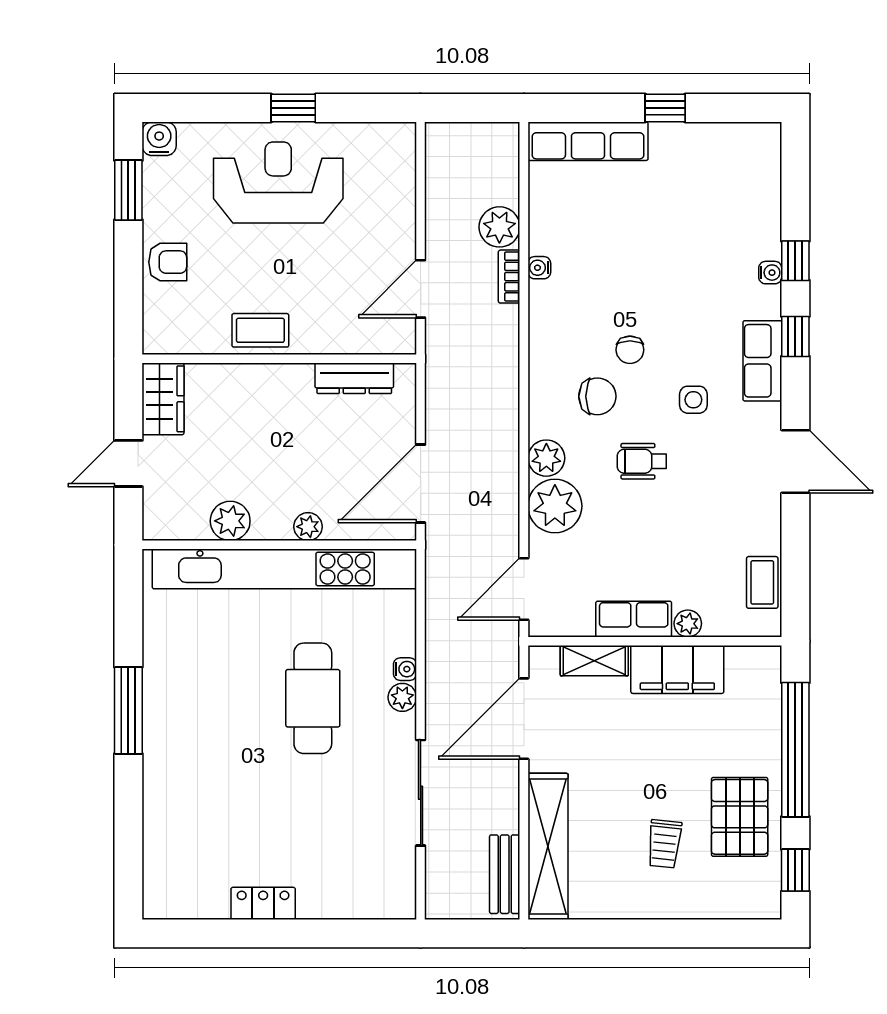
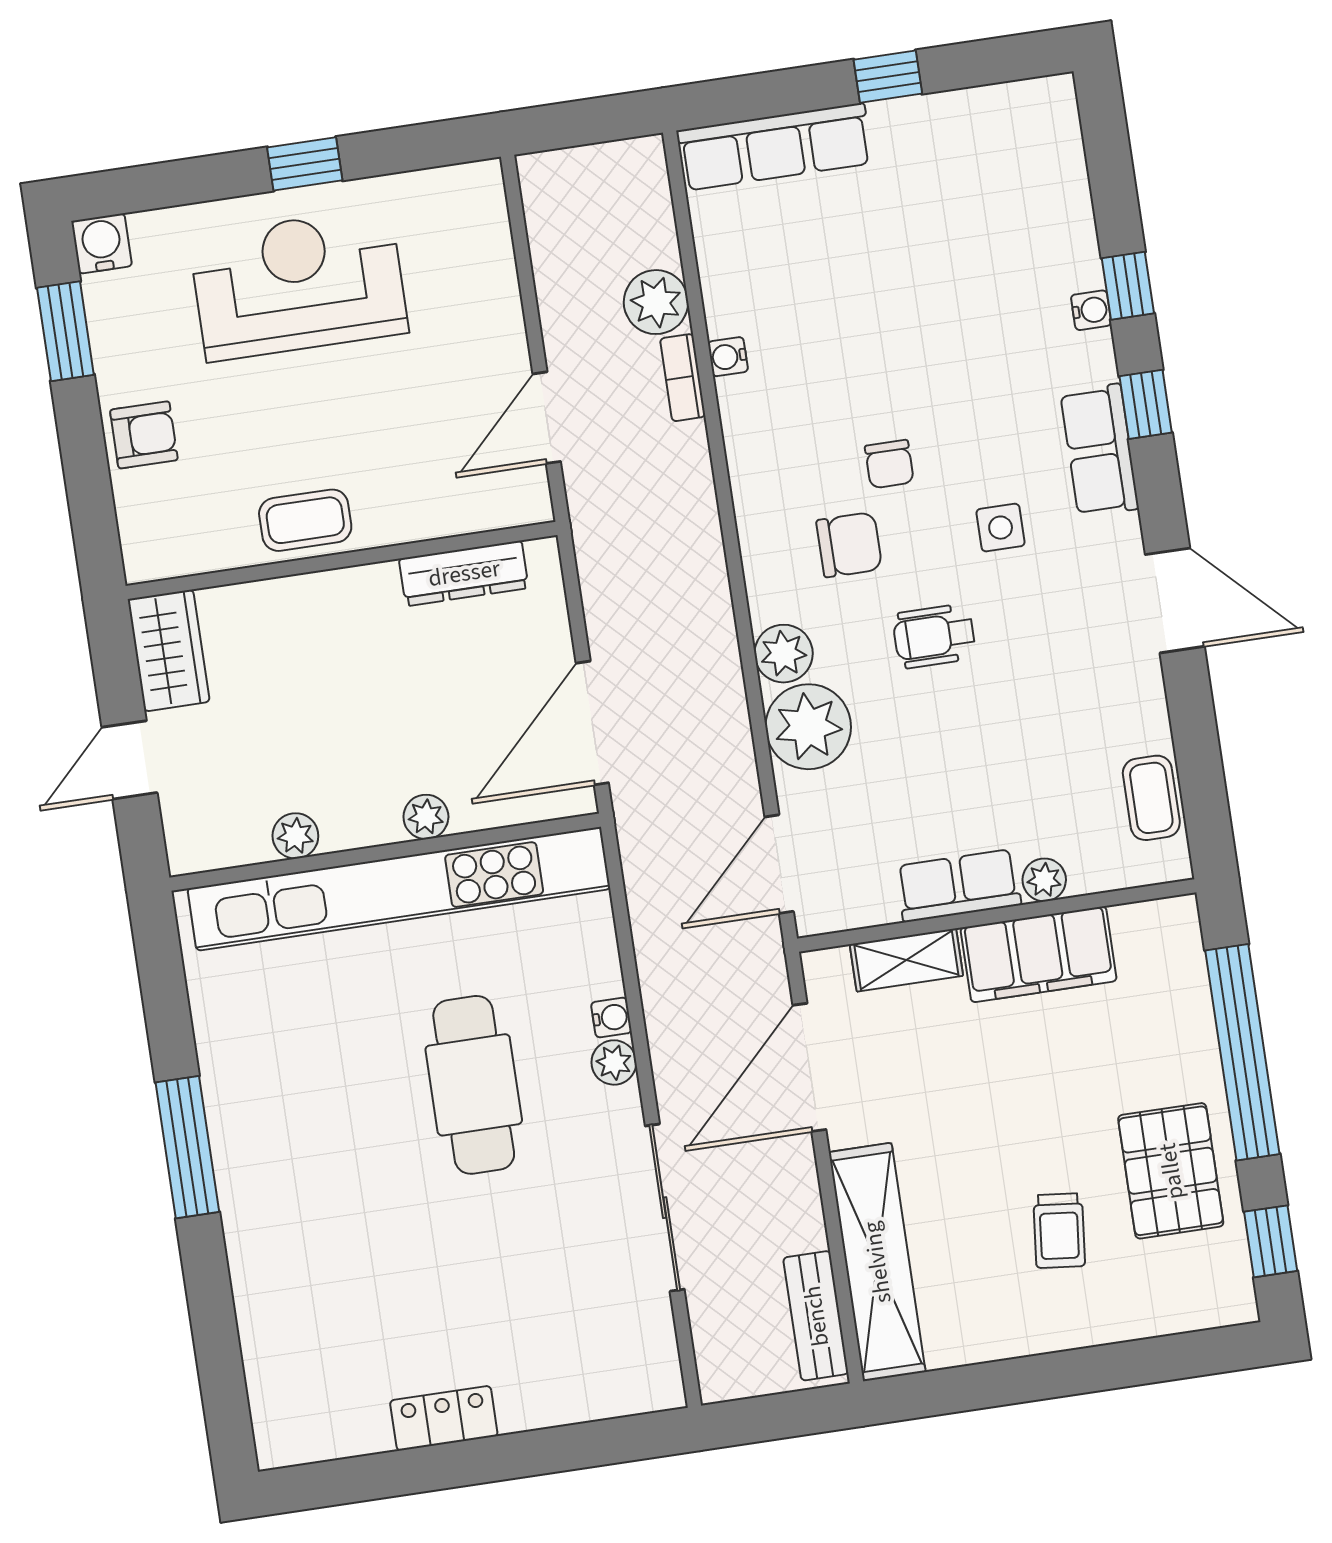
plant: (230, 521) -> (295, 836), width x0.73, depth x0.73

